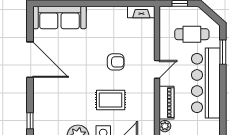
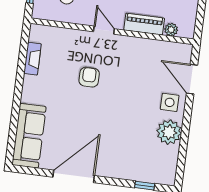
fireplace: (141, 12) -> (32, 59), moved
rug: (111, 100) -> (133, 89), removed

